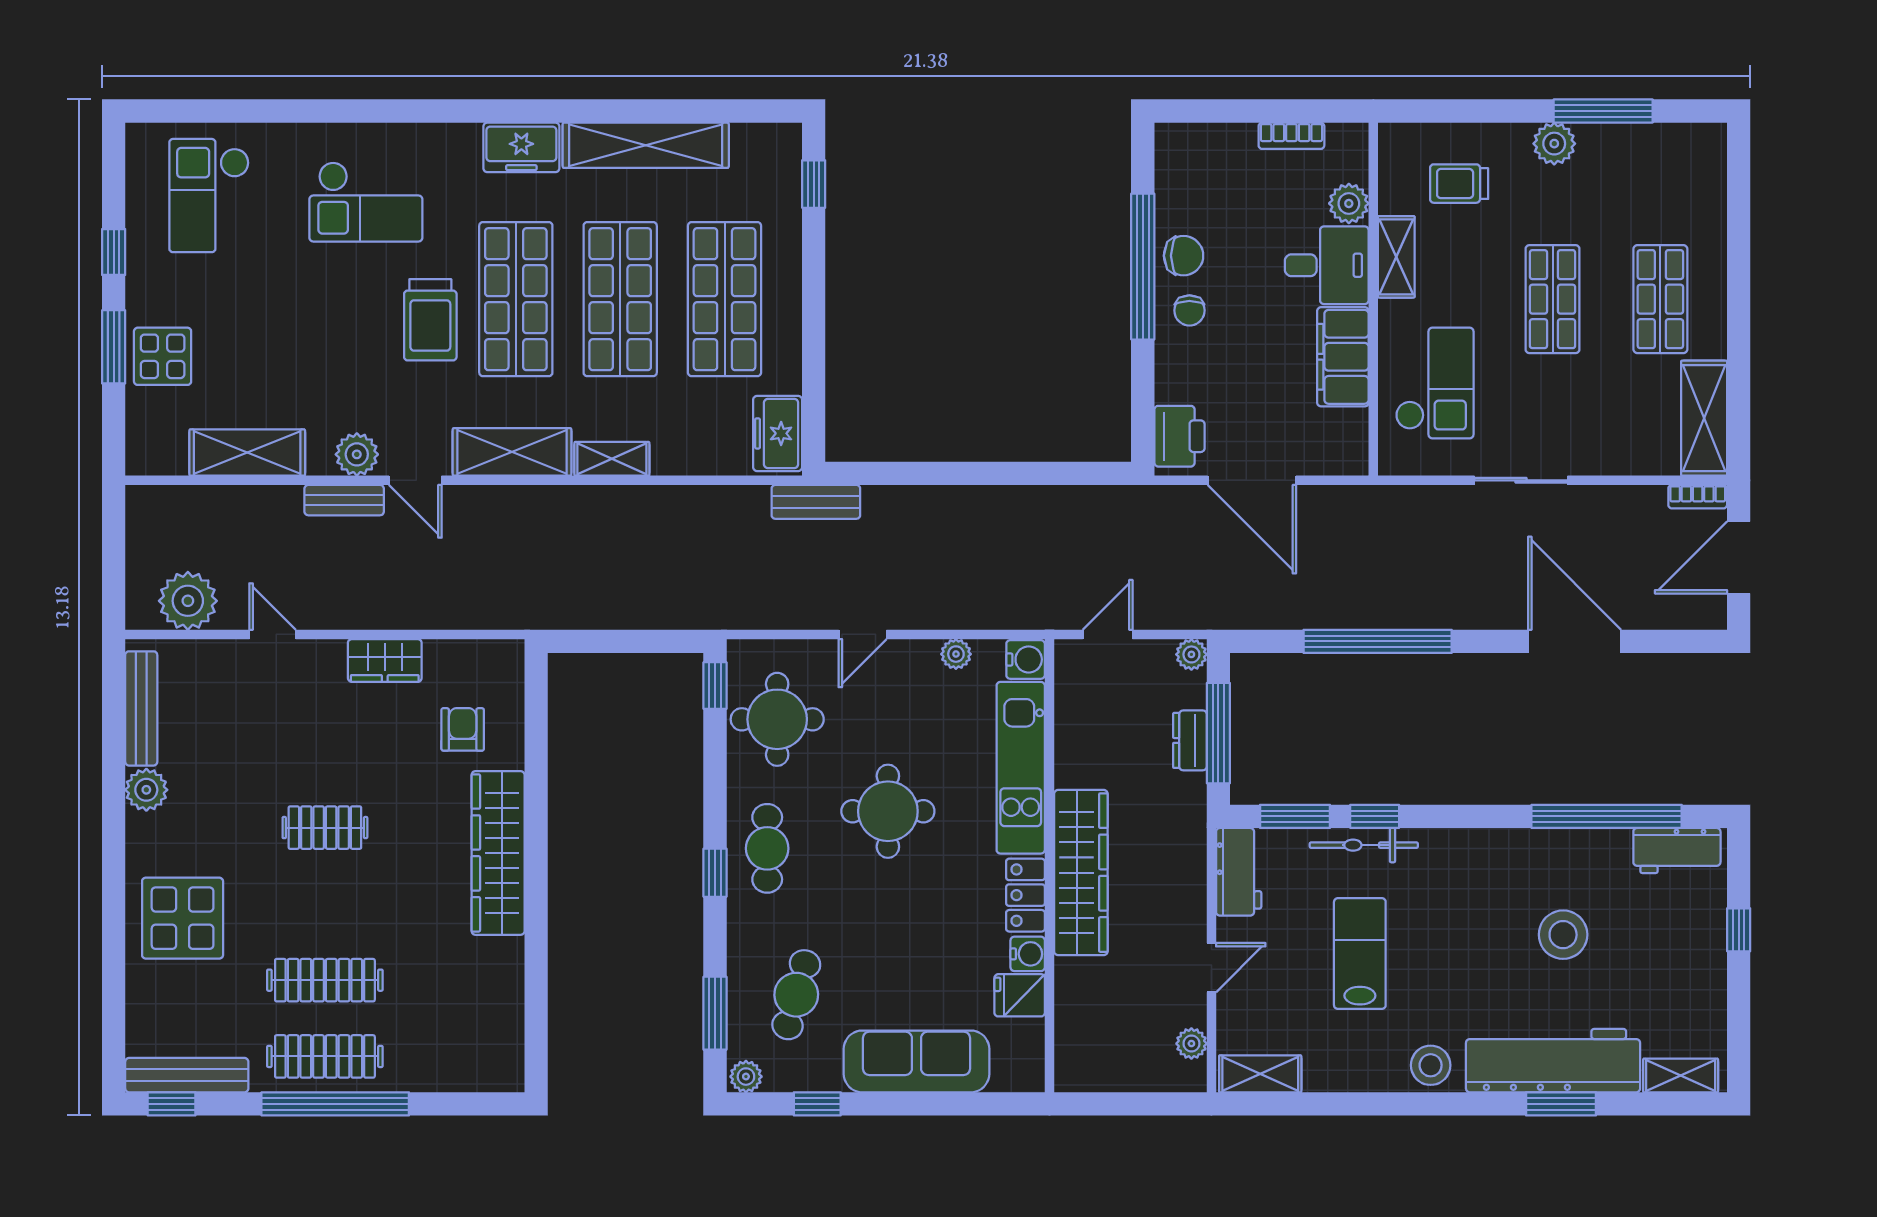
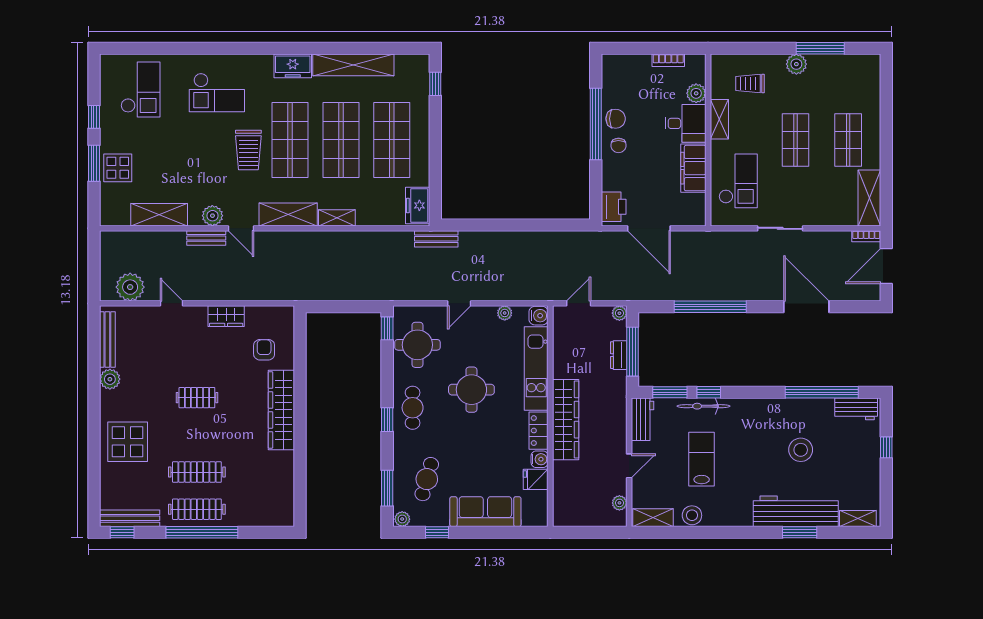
checkout: (209, 196) -> (140, 89), turned 180
stool: (1431, 1065) -> (692, 515), moved

